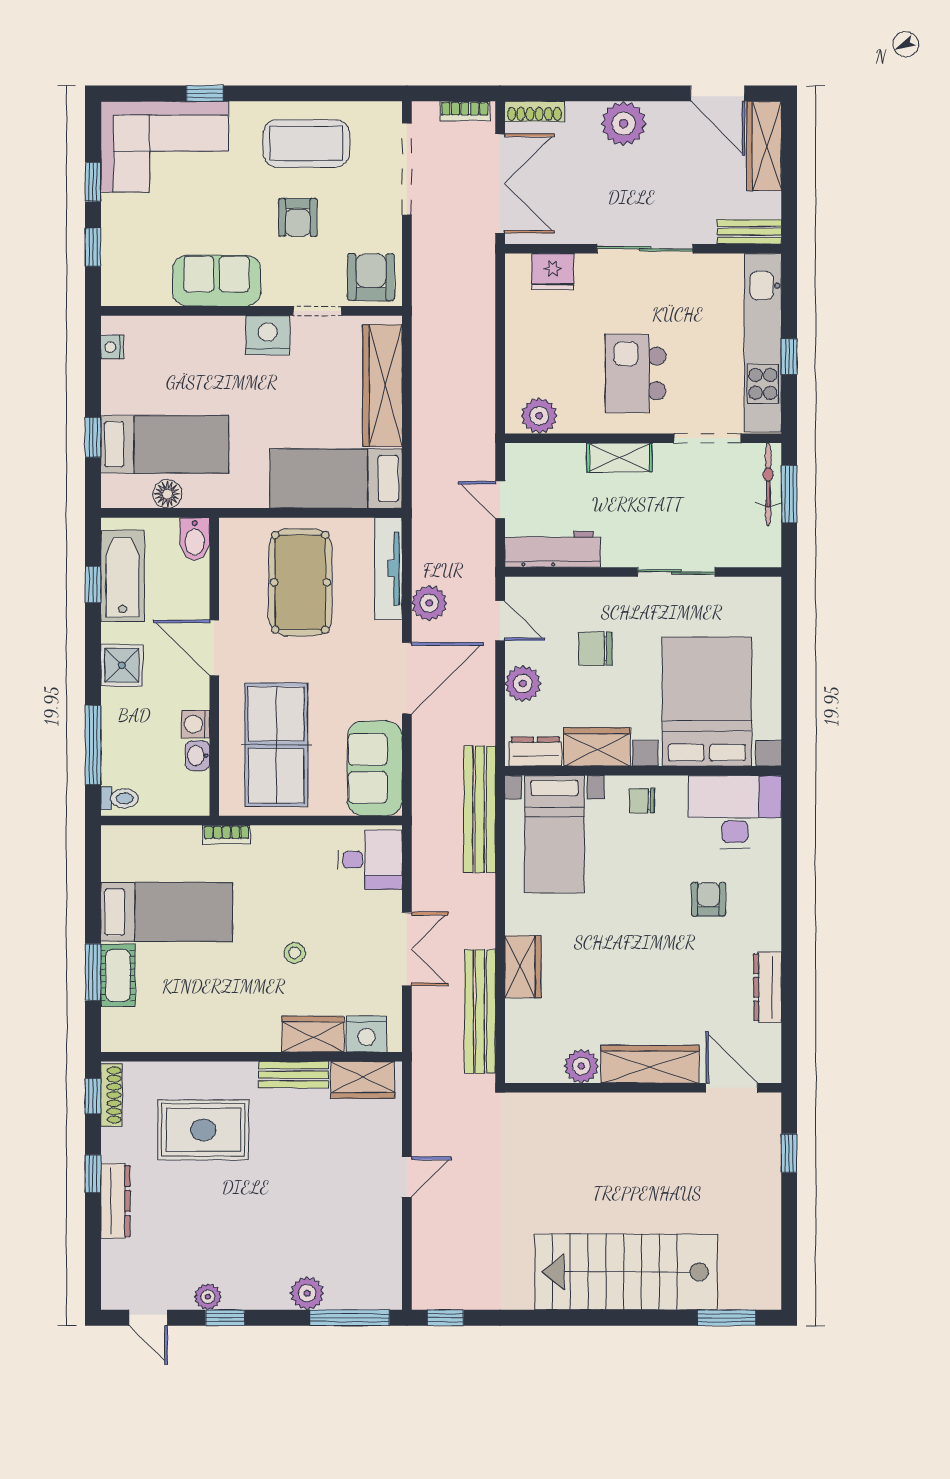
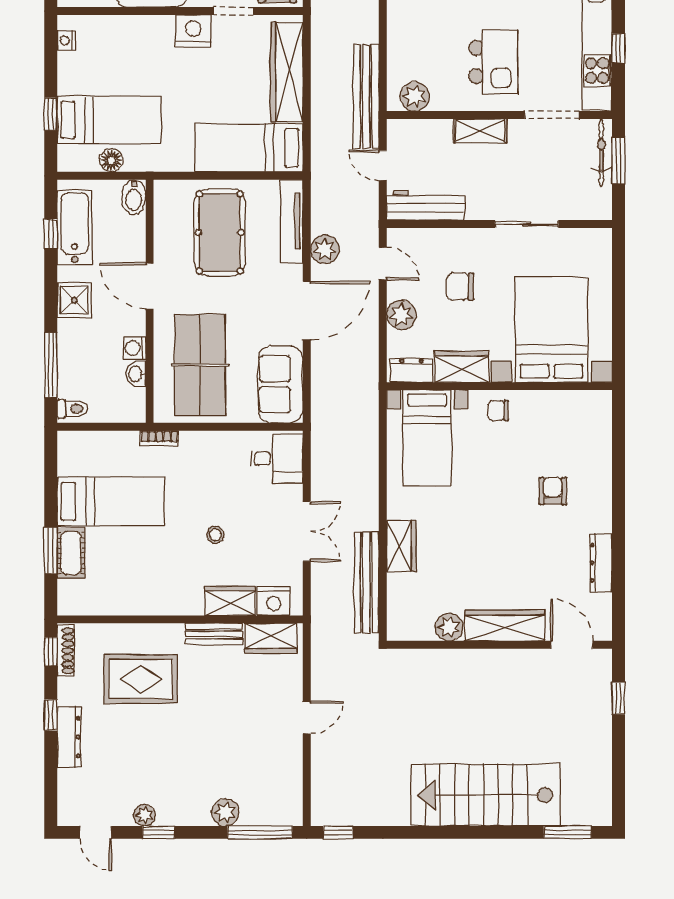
kitchen island: (636, 373) -> (493, 62), turned 180
bench: (480, 809) -> (366, 96), moved
desk: (735, 812) -> (574, 420), removed

